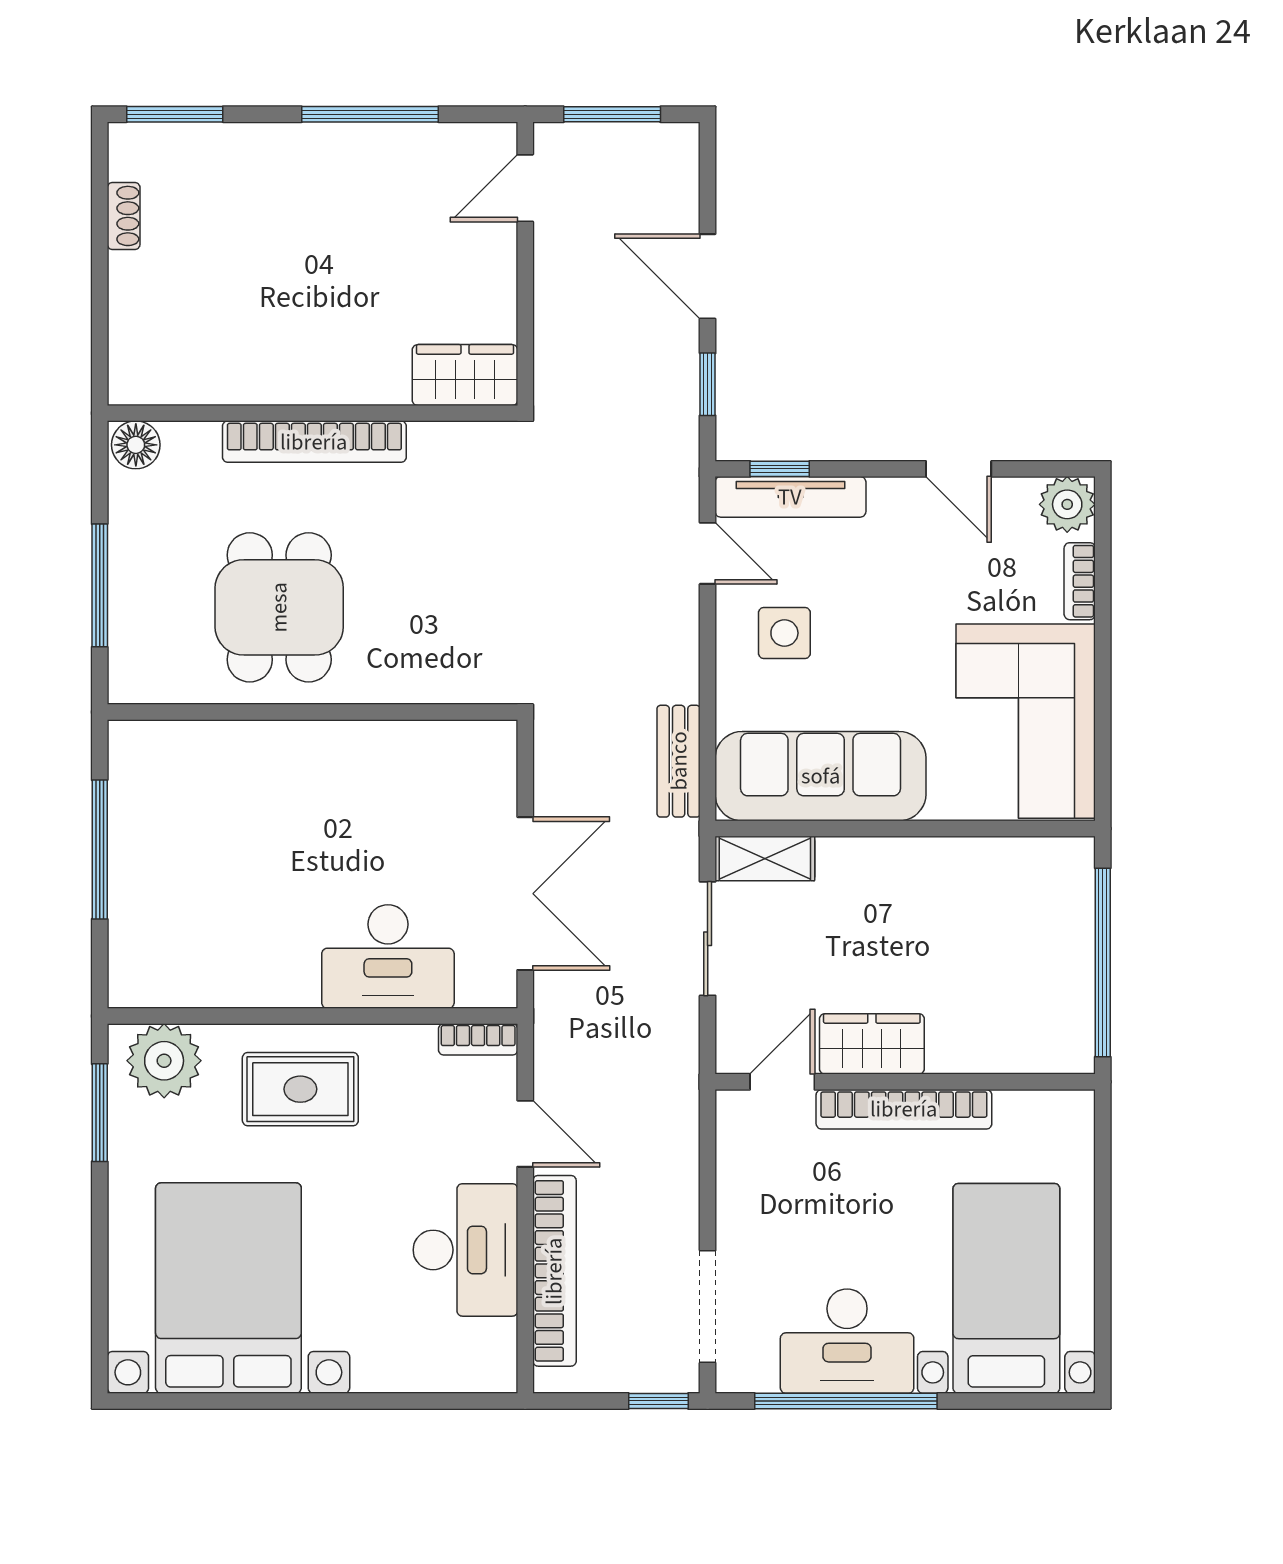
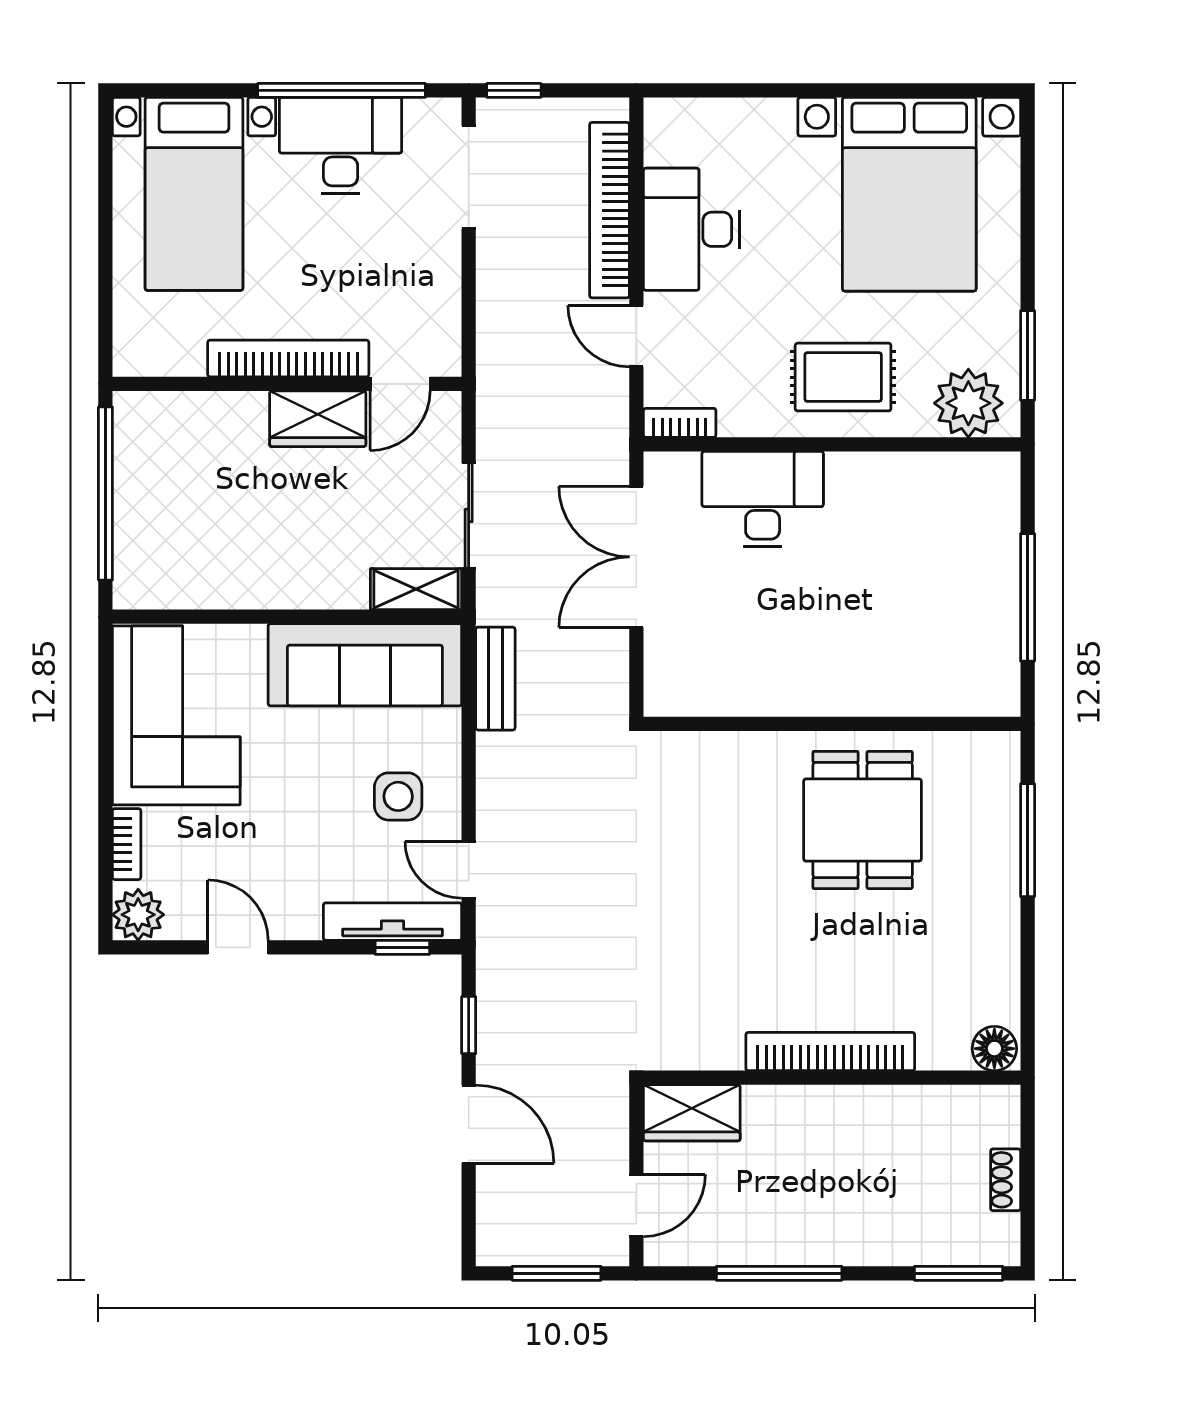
wardrobe: (465, 375) -> (692, 1113), moved
wall: (312, 413) -> (832, 1078), moved
bookcase: (314, 442) -> (830, 1052), moved
floor lamp: (136, 445) -> (994, 1049), moved

